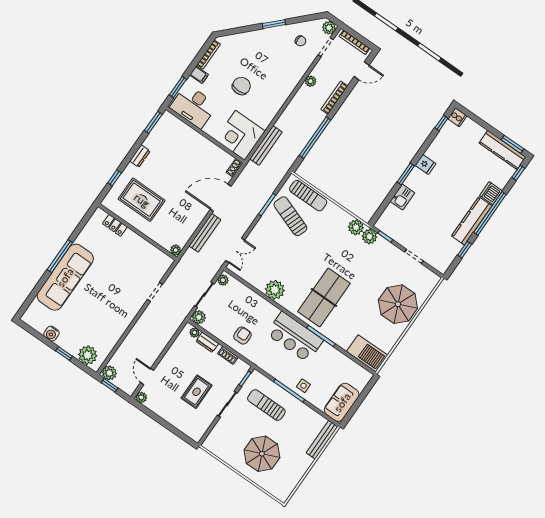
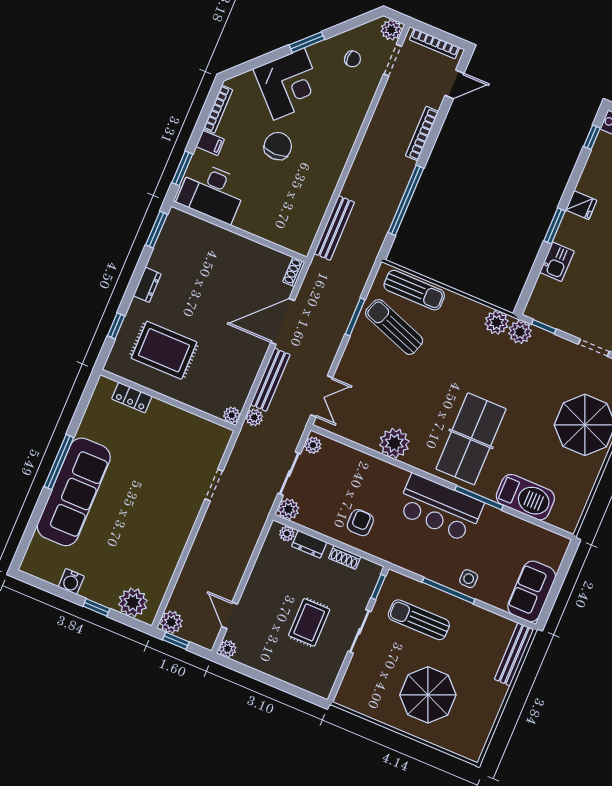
plant: (311, 81) -> (254, 417), moved
corner desk: (240, 135) -> (289, 84), moved, turned -135
barbecue: (367, 353) -> (525, 497), moved

